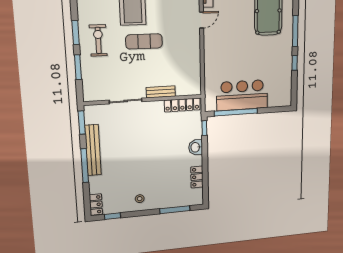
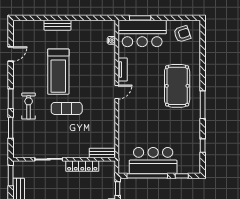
window: (295, 63) -> (203, 146), moved
bench: (161, 92) -> (102, 153), moved
locker: (182, 105) -> (82, 166), moved
window: (272, 110) -> (182, 176), added

